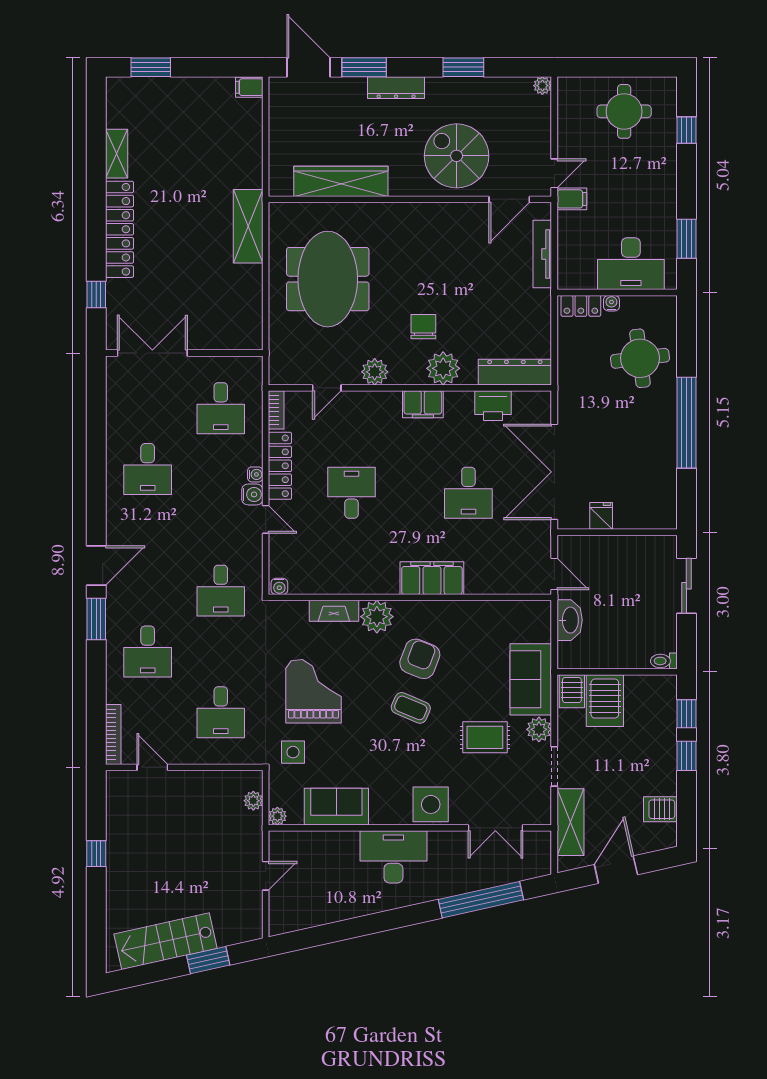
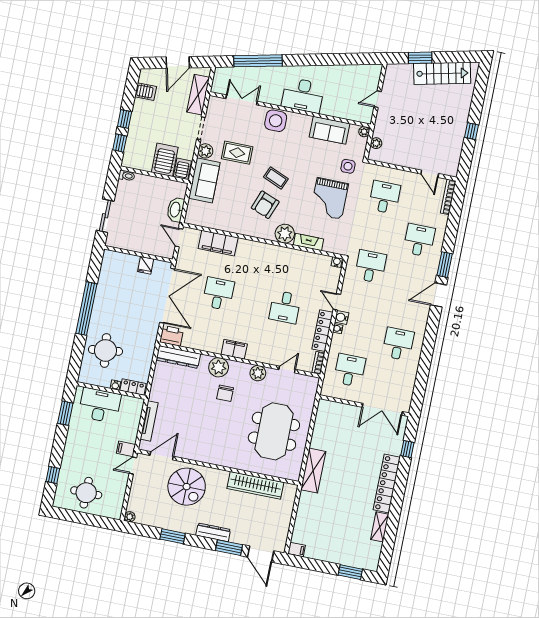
printer: (493, 406) -> (172, 336), moved
filing cabinet: (432, 578) -> (218, 243), moved

